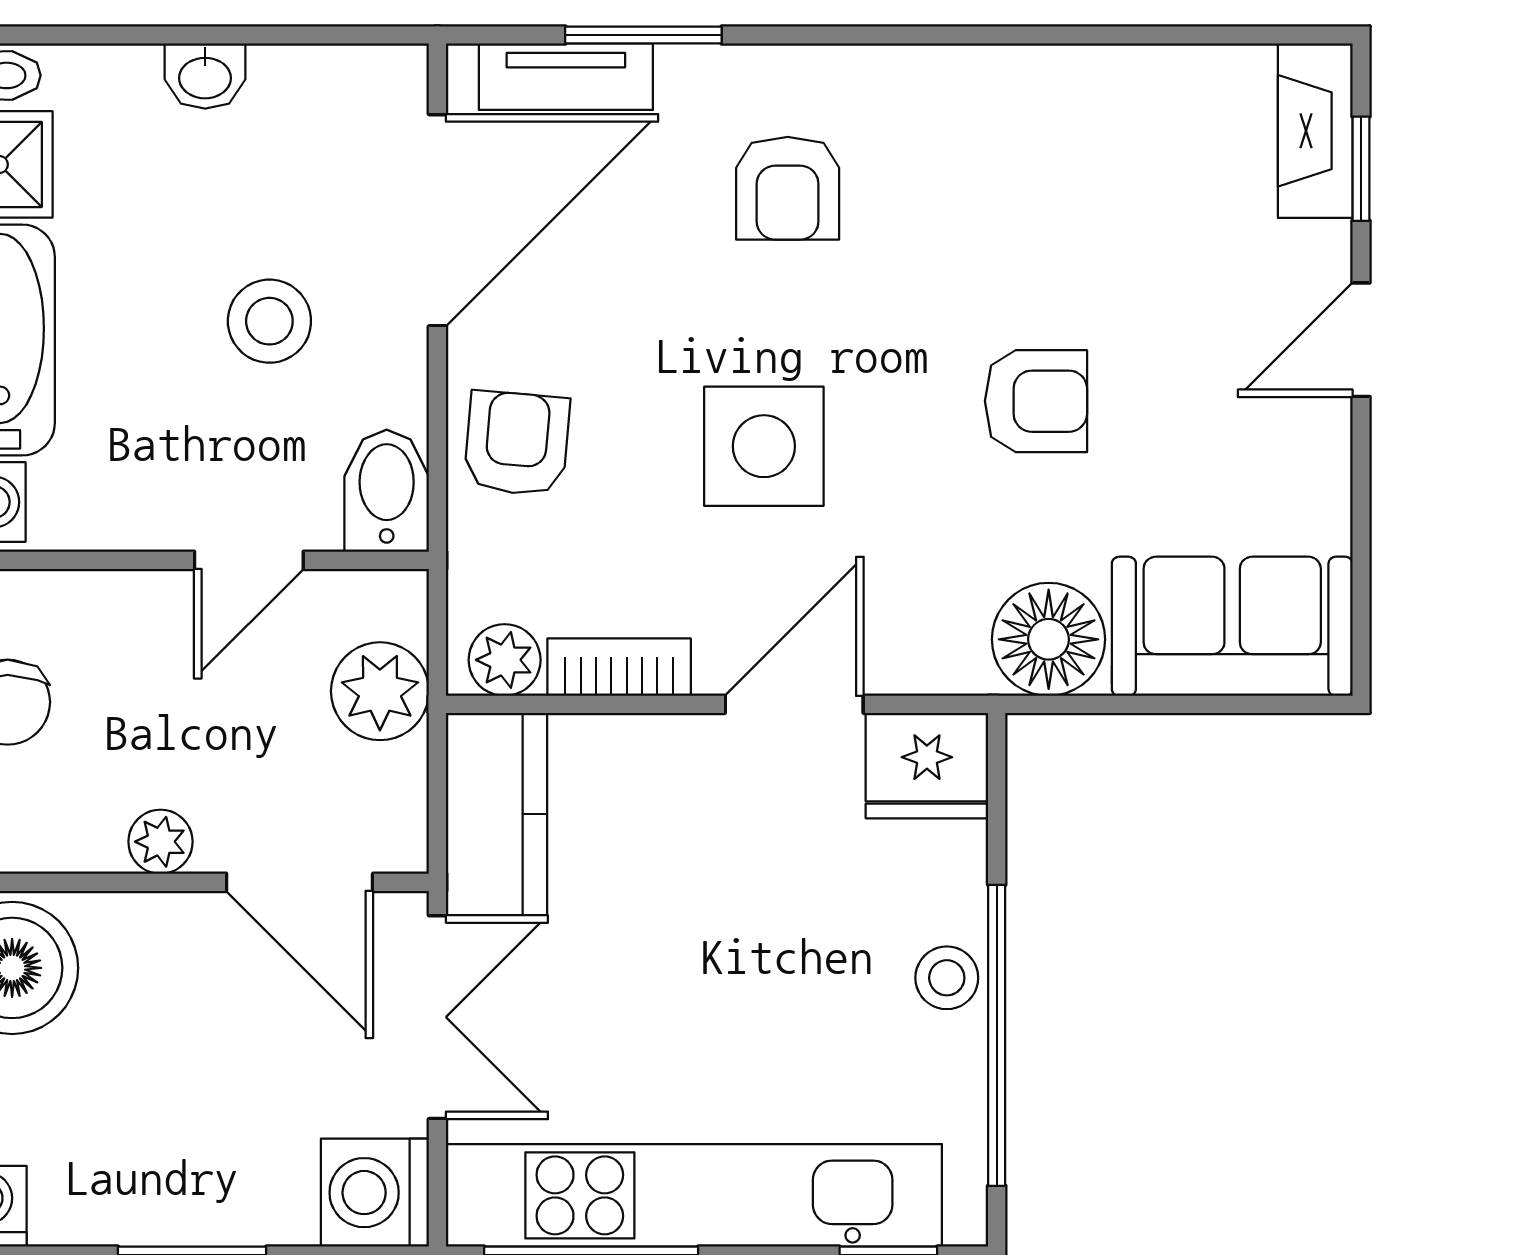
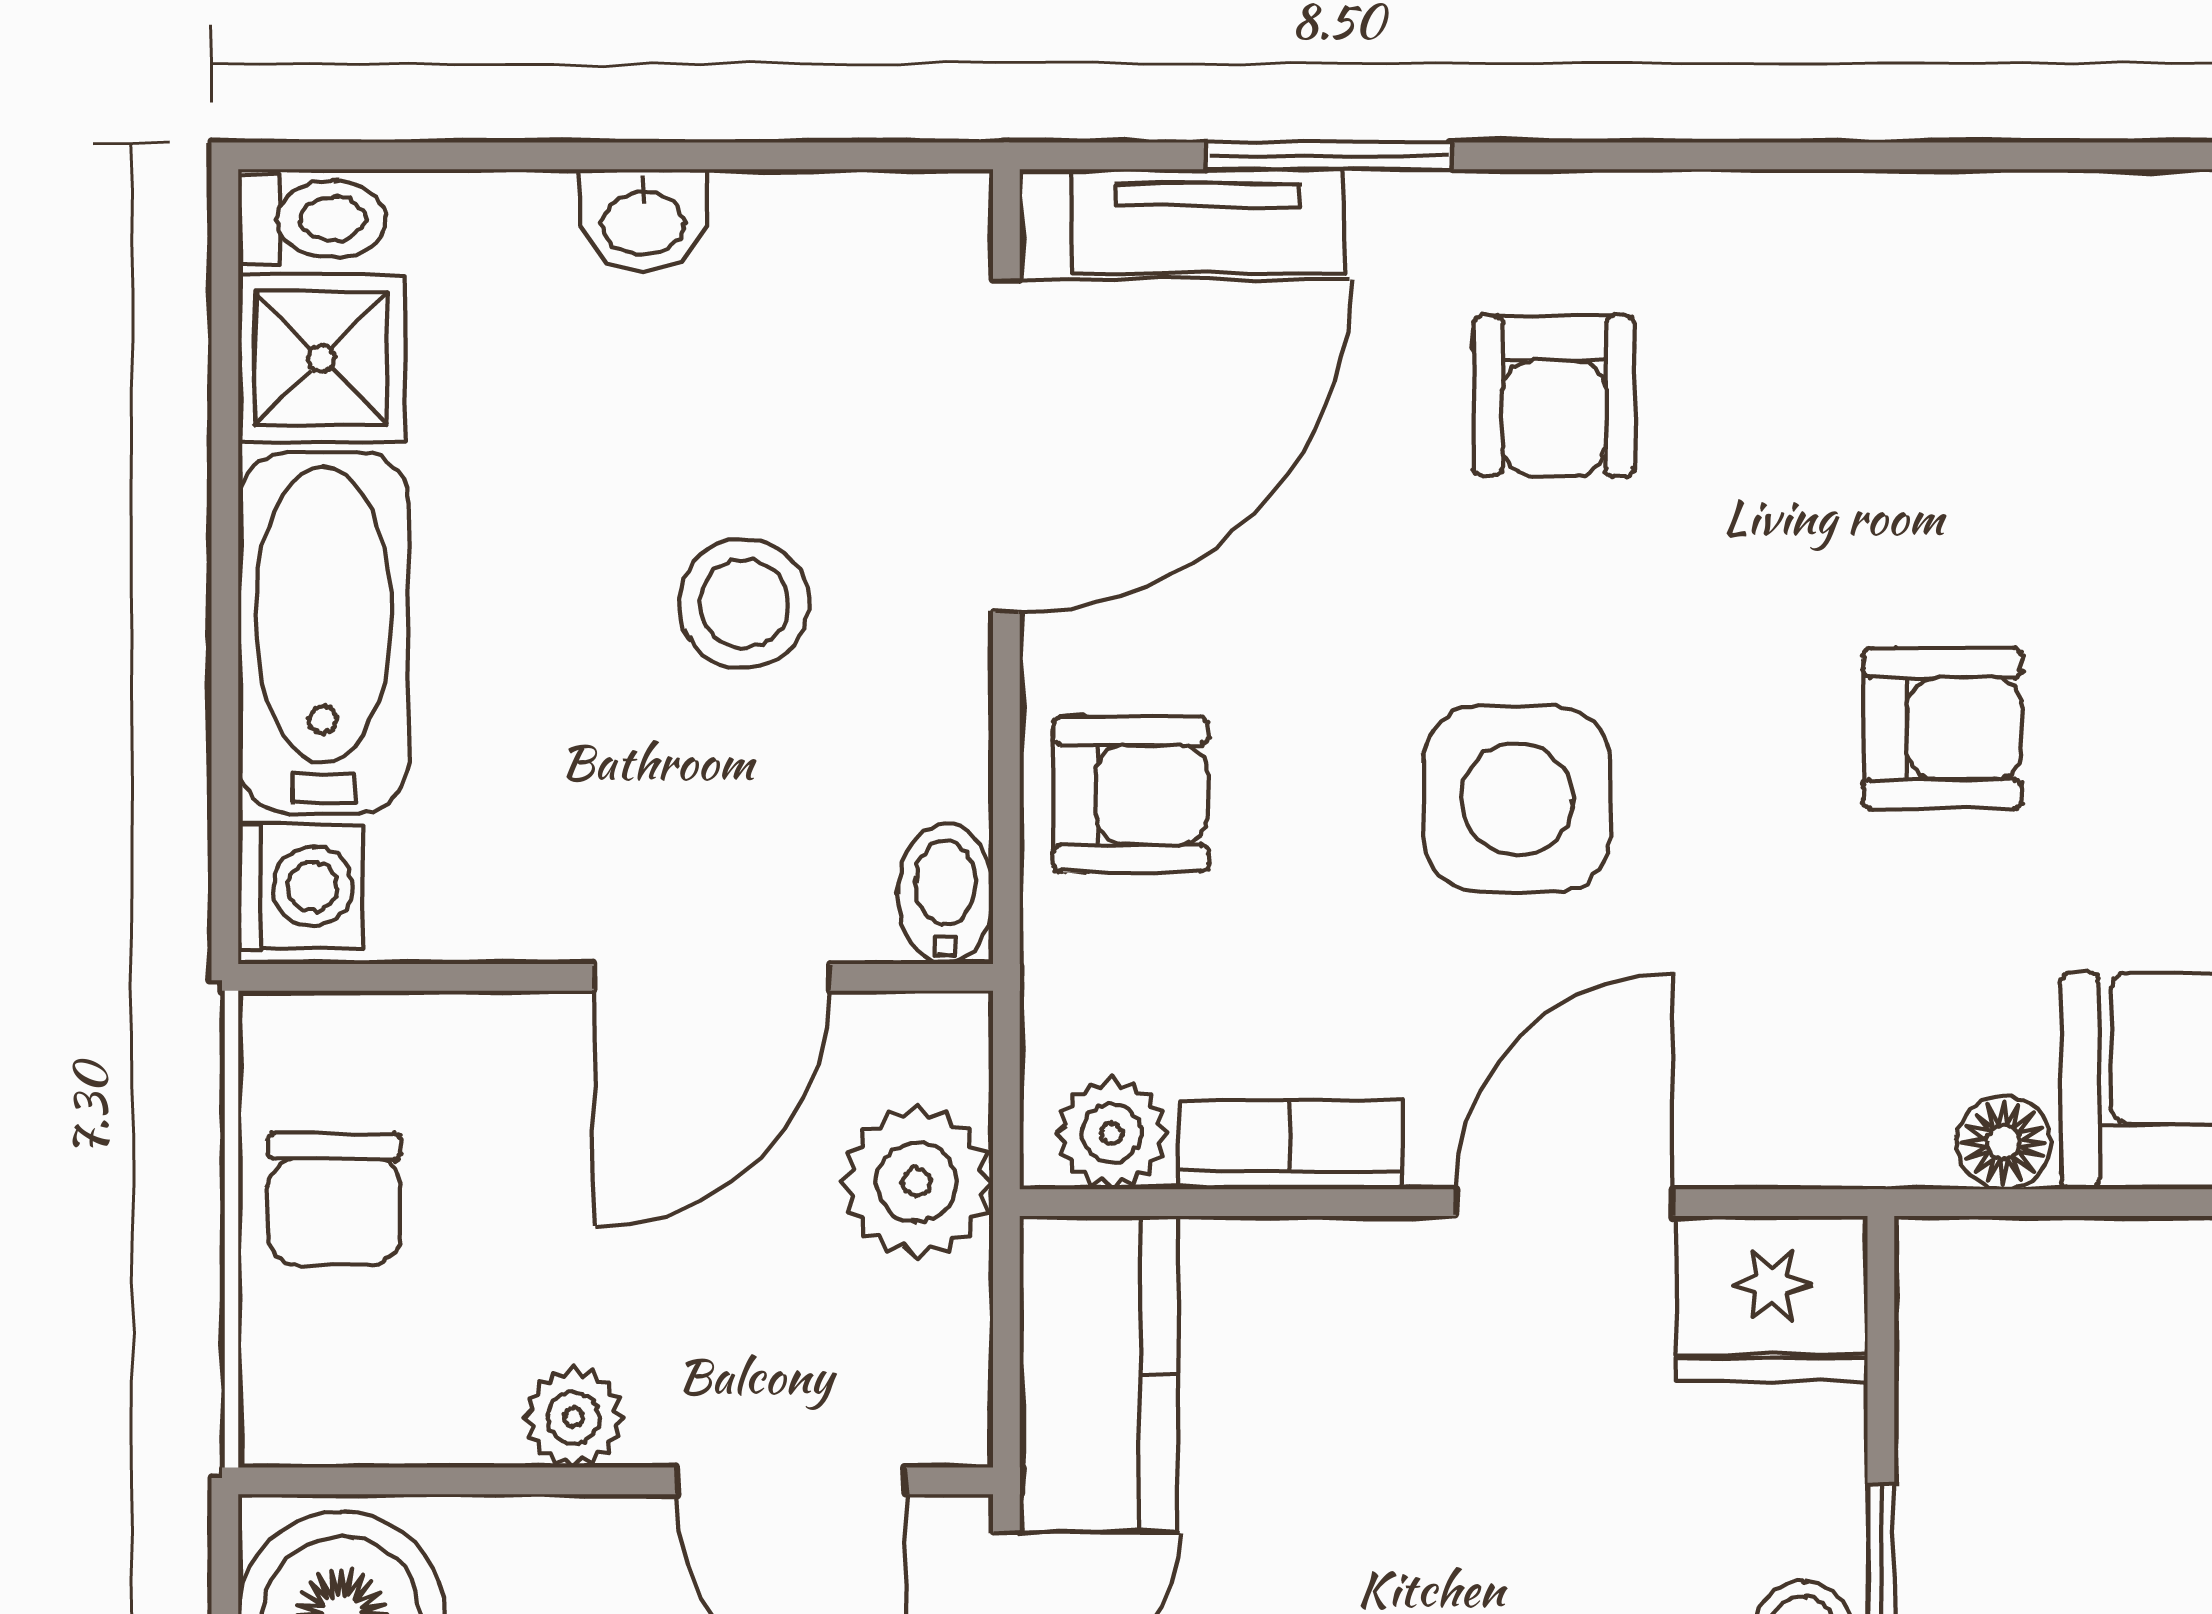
armchair: (517, 443) -> (1131, 795), turned 85
bidet: (387, 491) -> (945, 894), width x0.72, depth x0.74
door: (249, 560) -> (712, 977), width x1.38
floor lamp: (1049, 639) -> (2004, 1142), width x0.53, depth x0.53

